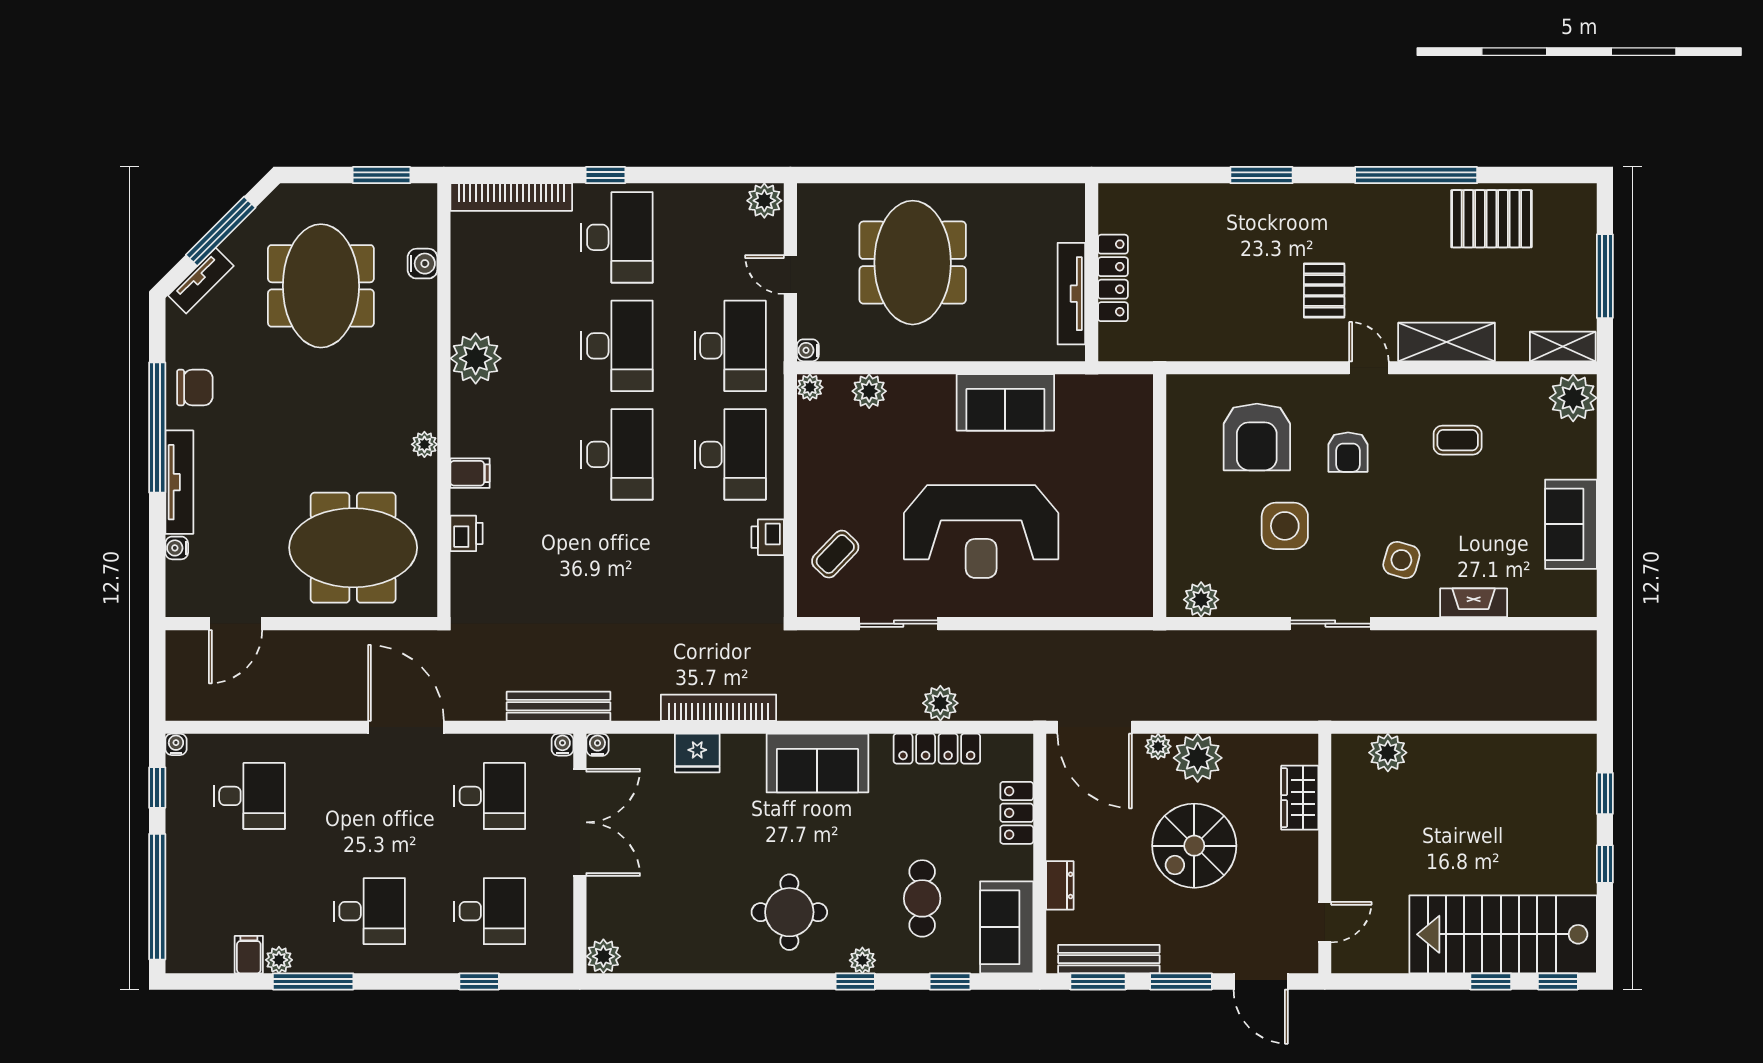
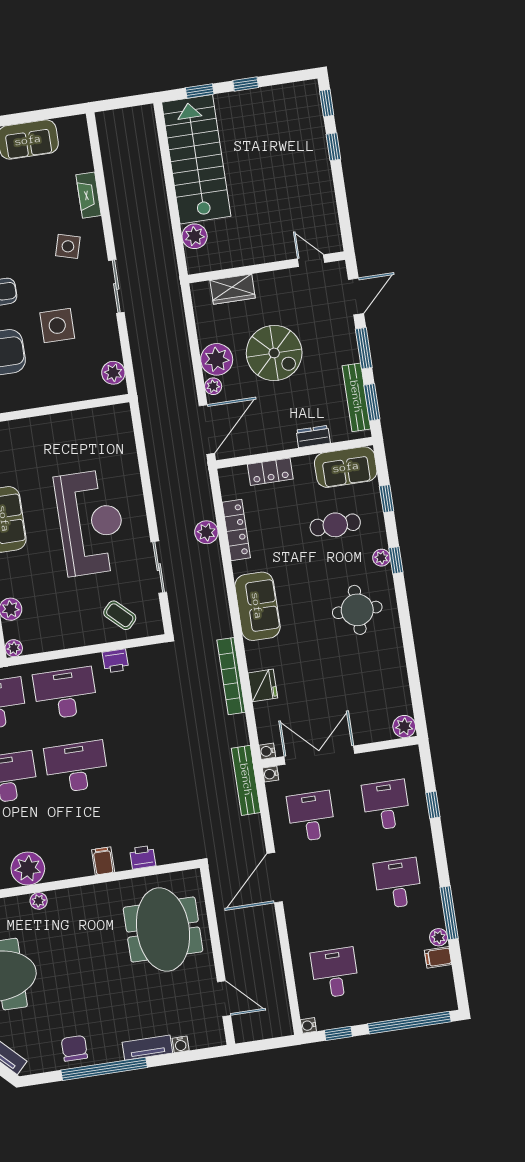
plant: (424, 444) -> (39, 901), moved
tv unit: (179, 482) -> (147, 1048), width x0.71
stairs: (1503, 934) -> (196, 159), moved, turned 180

